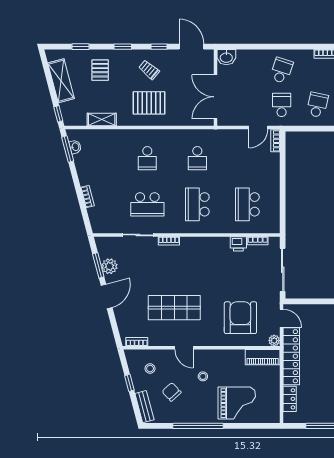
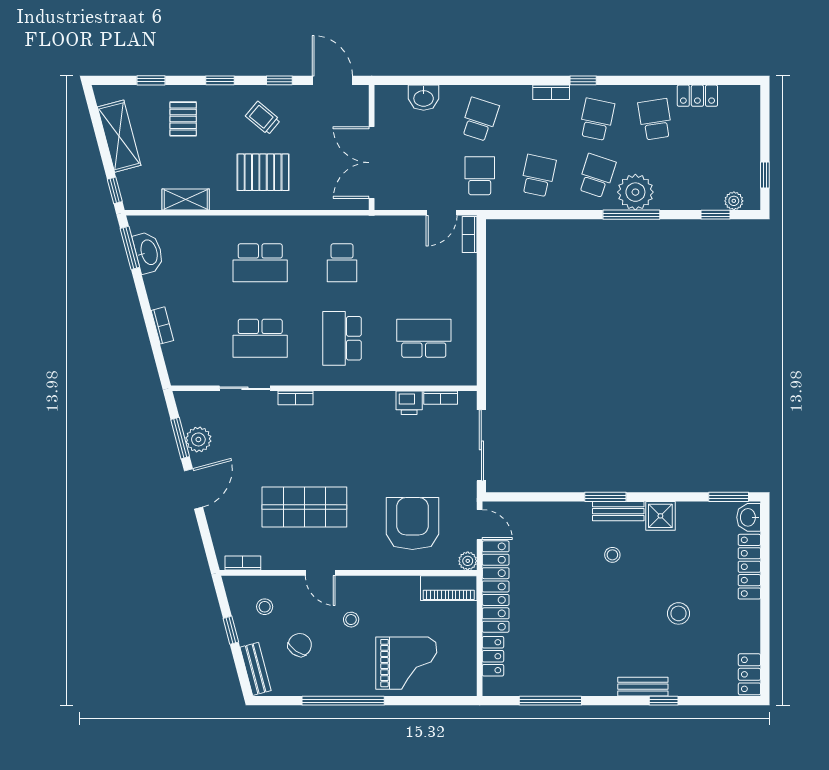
washbasin: (226, 57) -> (424, 98), moved
washbasin: (75, 147) -> (148, 252), width x1.91, depth x1.45
school desk: (147, 158) -> (260, 263), width x1.85
school desk: (247, 204) -> (424, 338), turned 90
chair: (172, 392) -> (300, 645), turned 78

